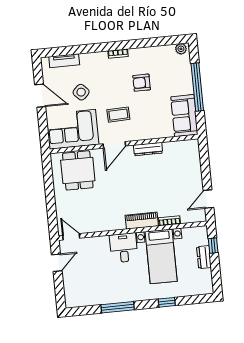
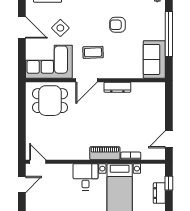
dining table: (78, 170) -> (50, 101), turned 90

